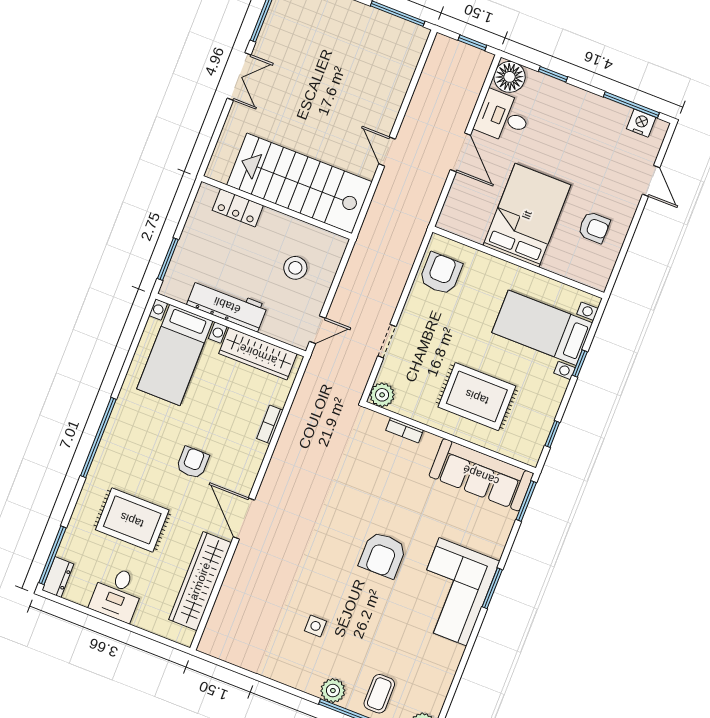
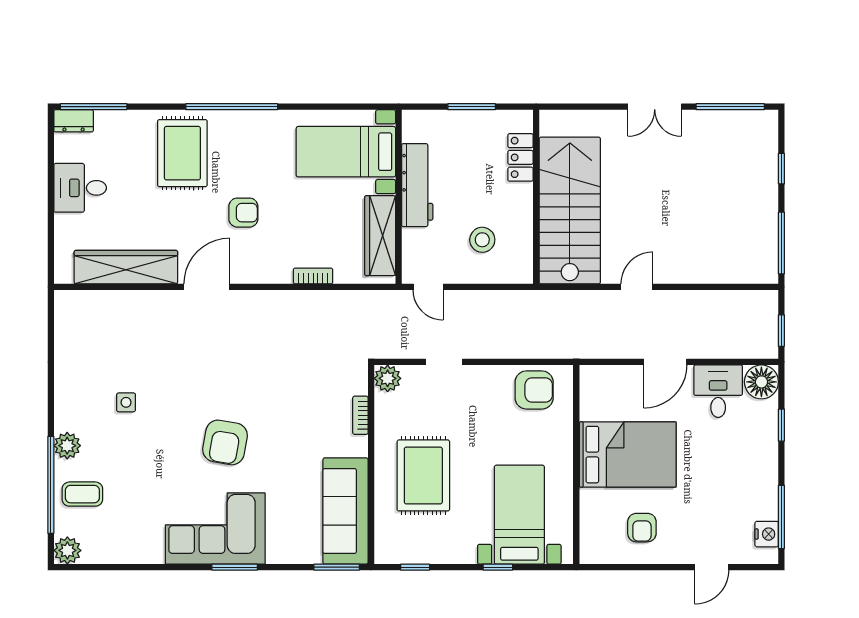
window: (168, 259) -> (472, 107), moved
rug: (132, 520) -> (182, 153), moved
armchair: (383, 555) -> (225, 442), turned -80

